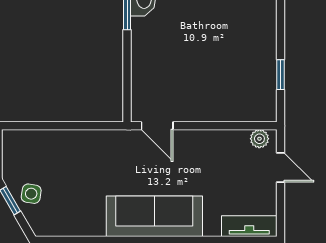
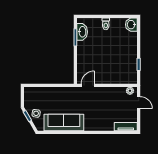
door: (157, 126) -> (88, 85), swing flipped
sofa: (154, 216) -> (64, 123), moved

